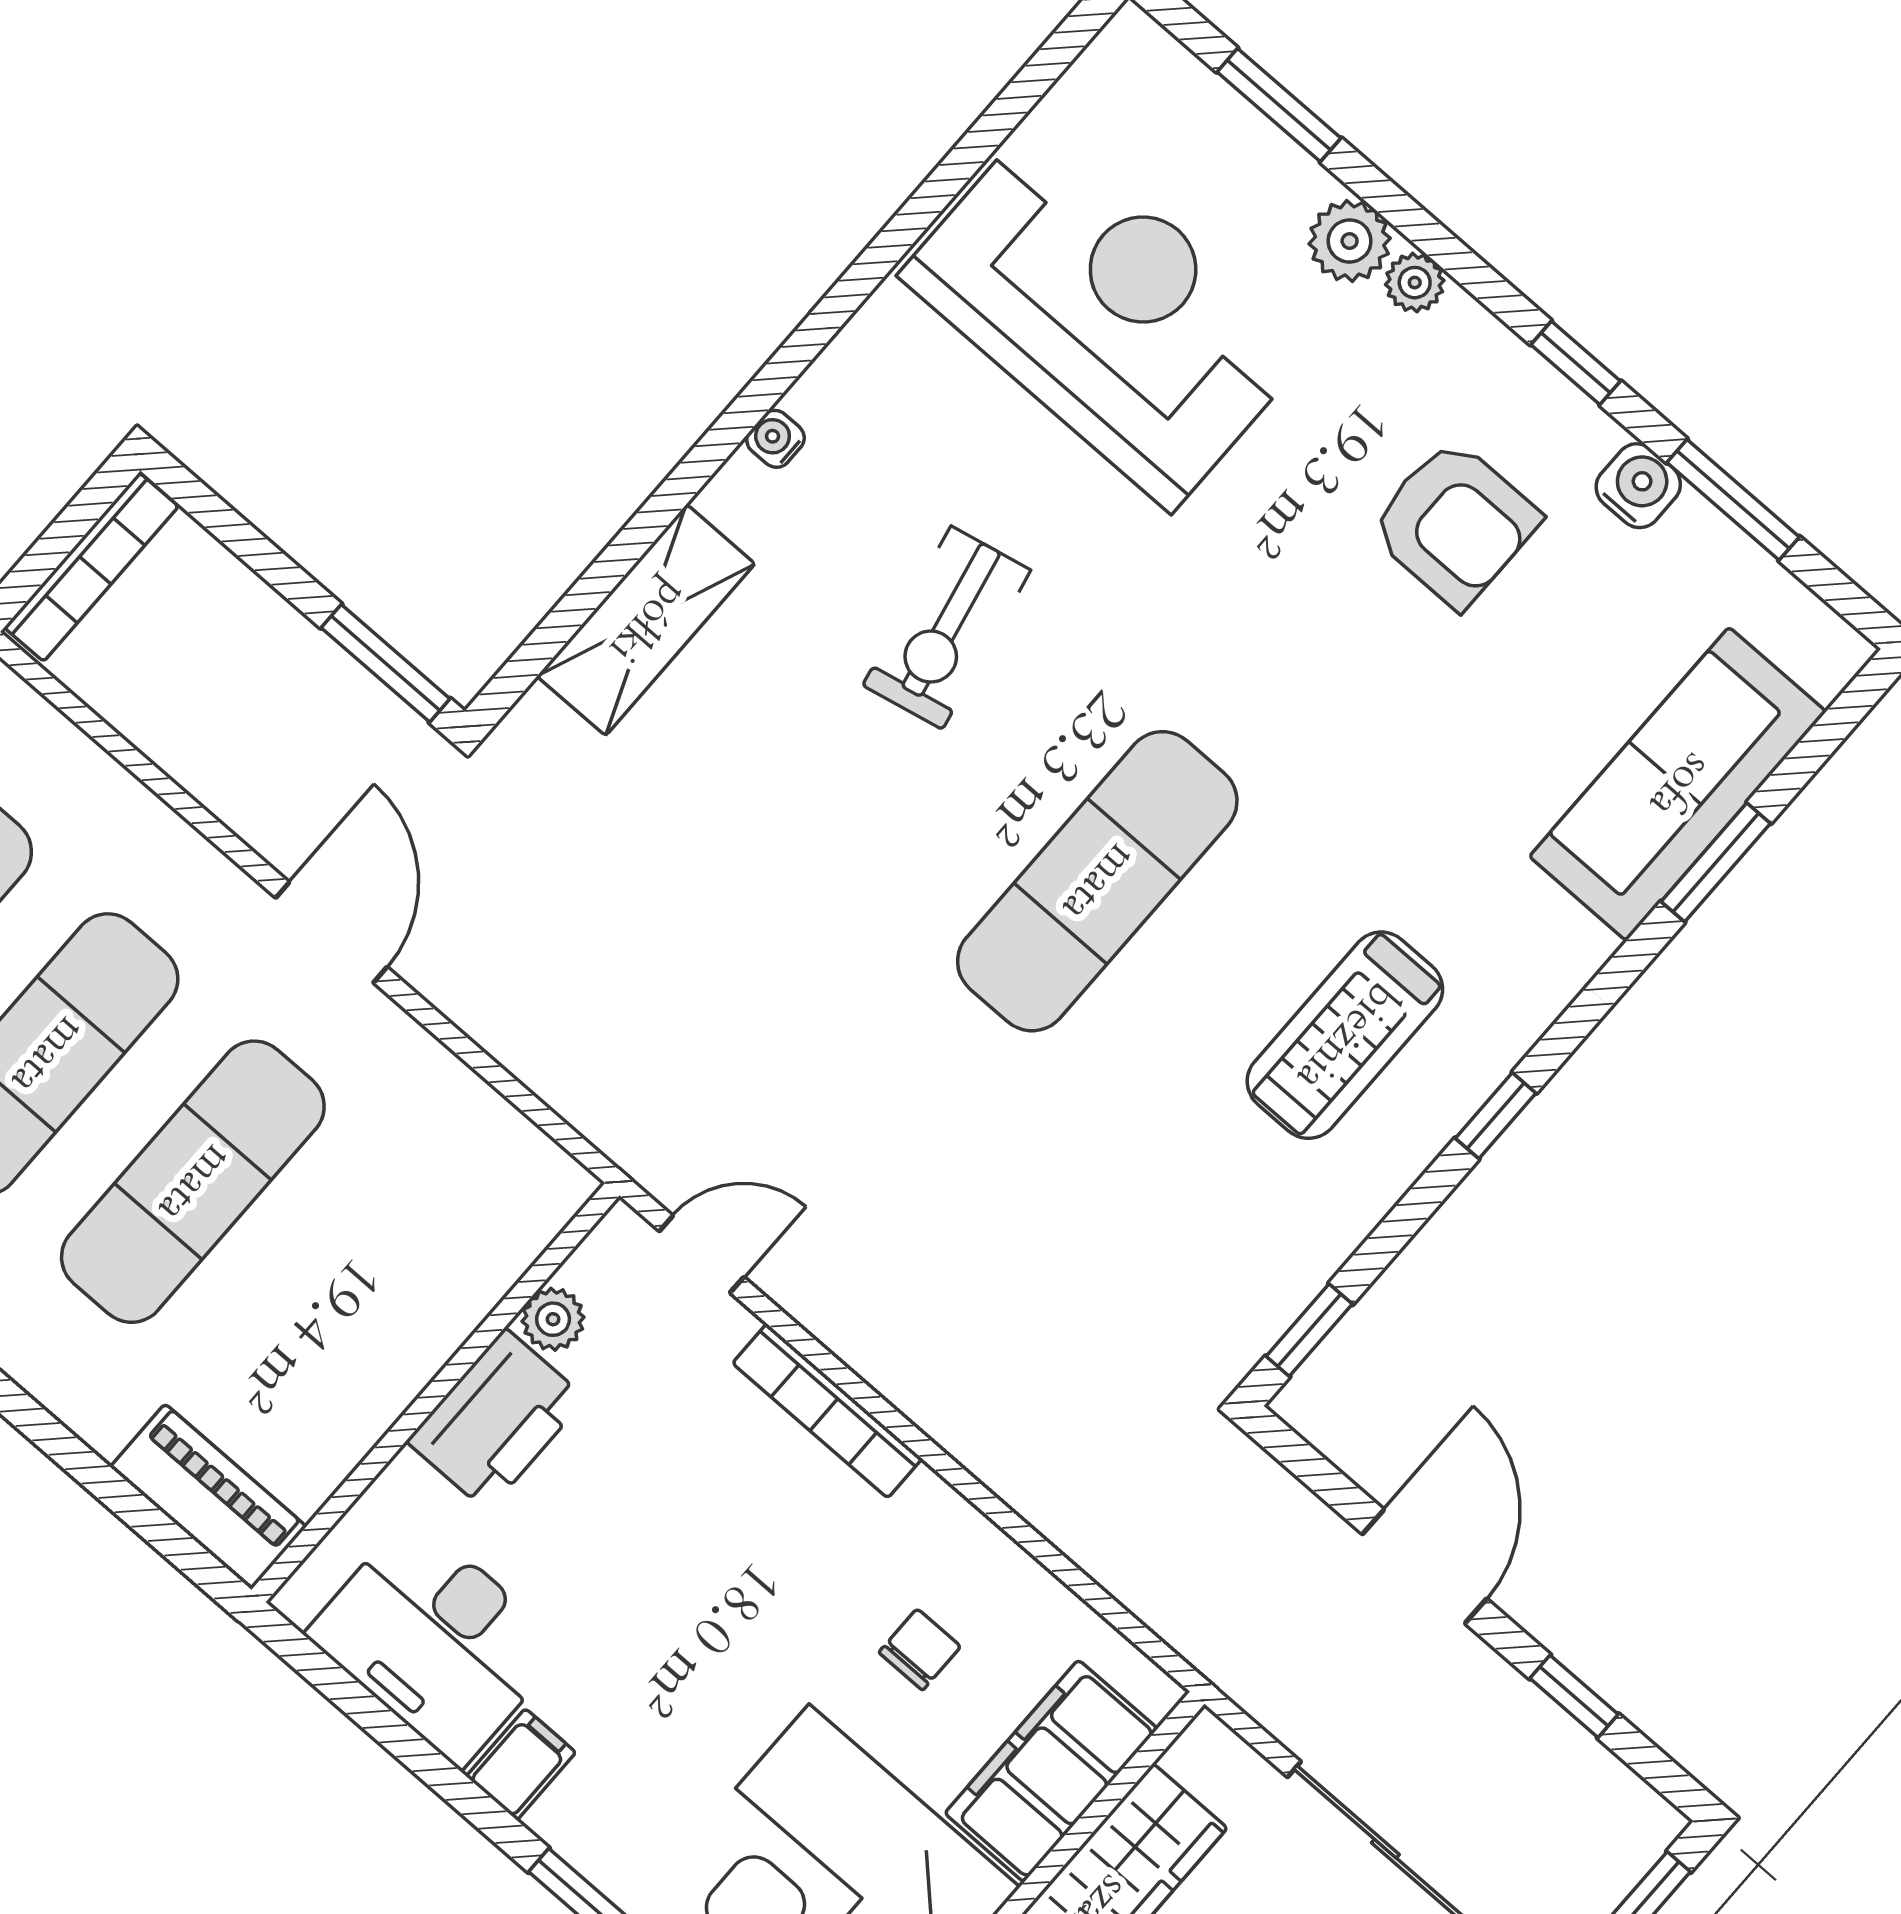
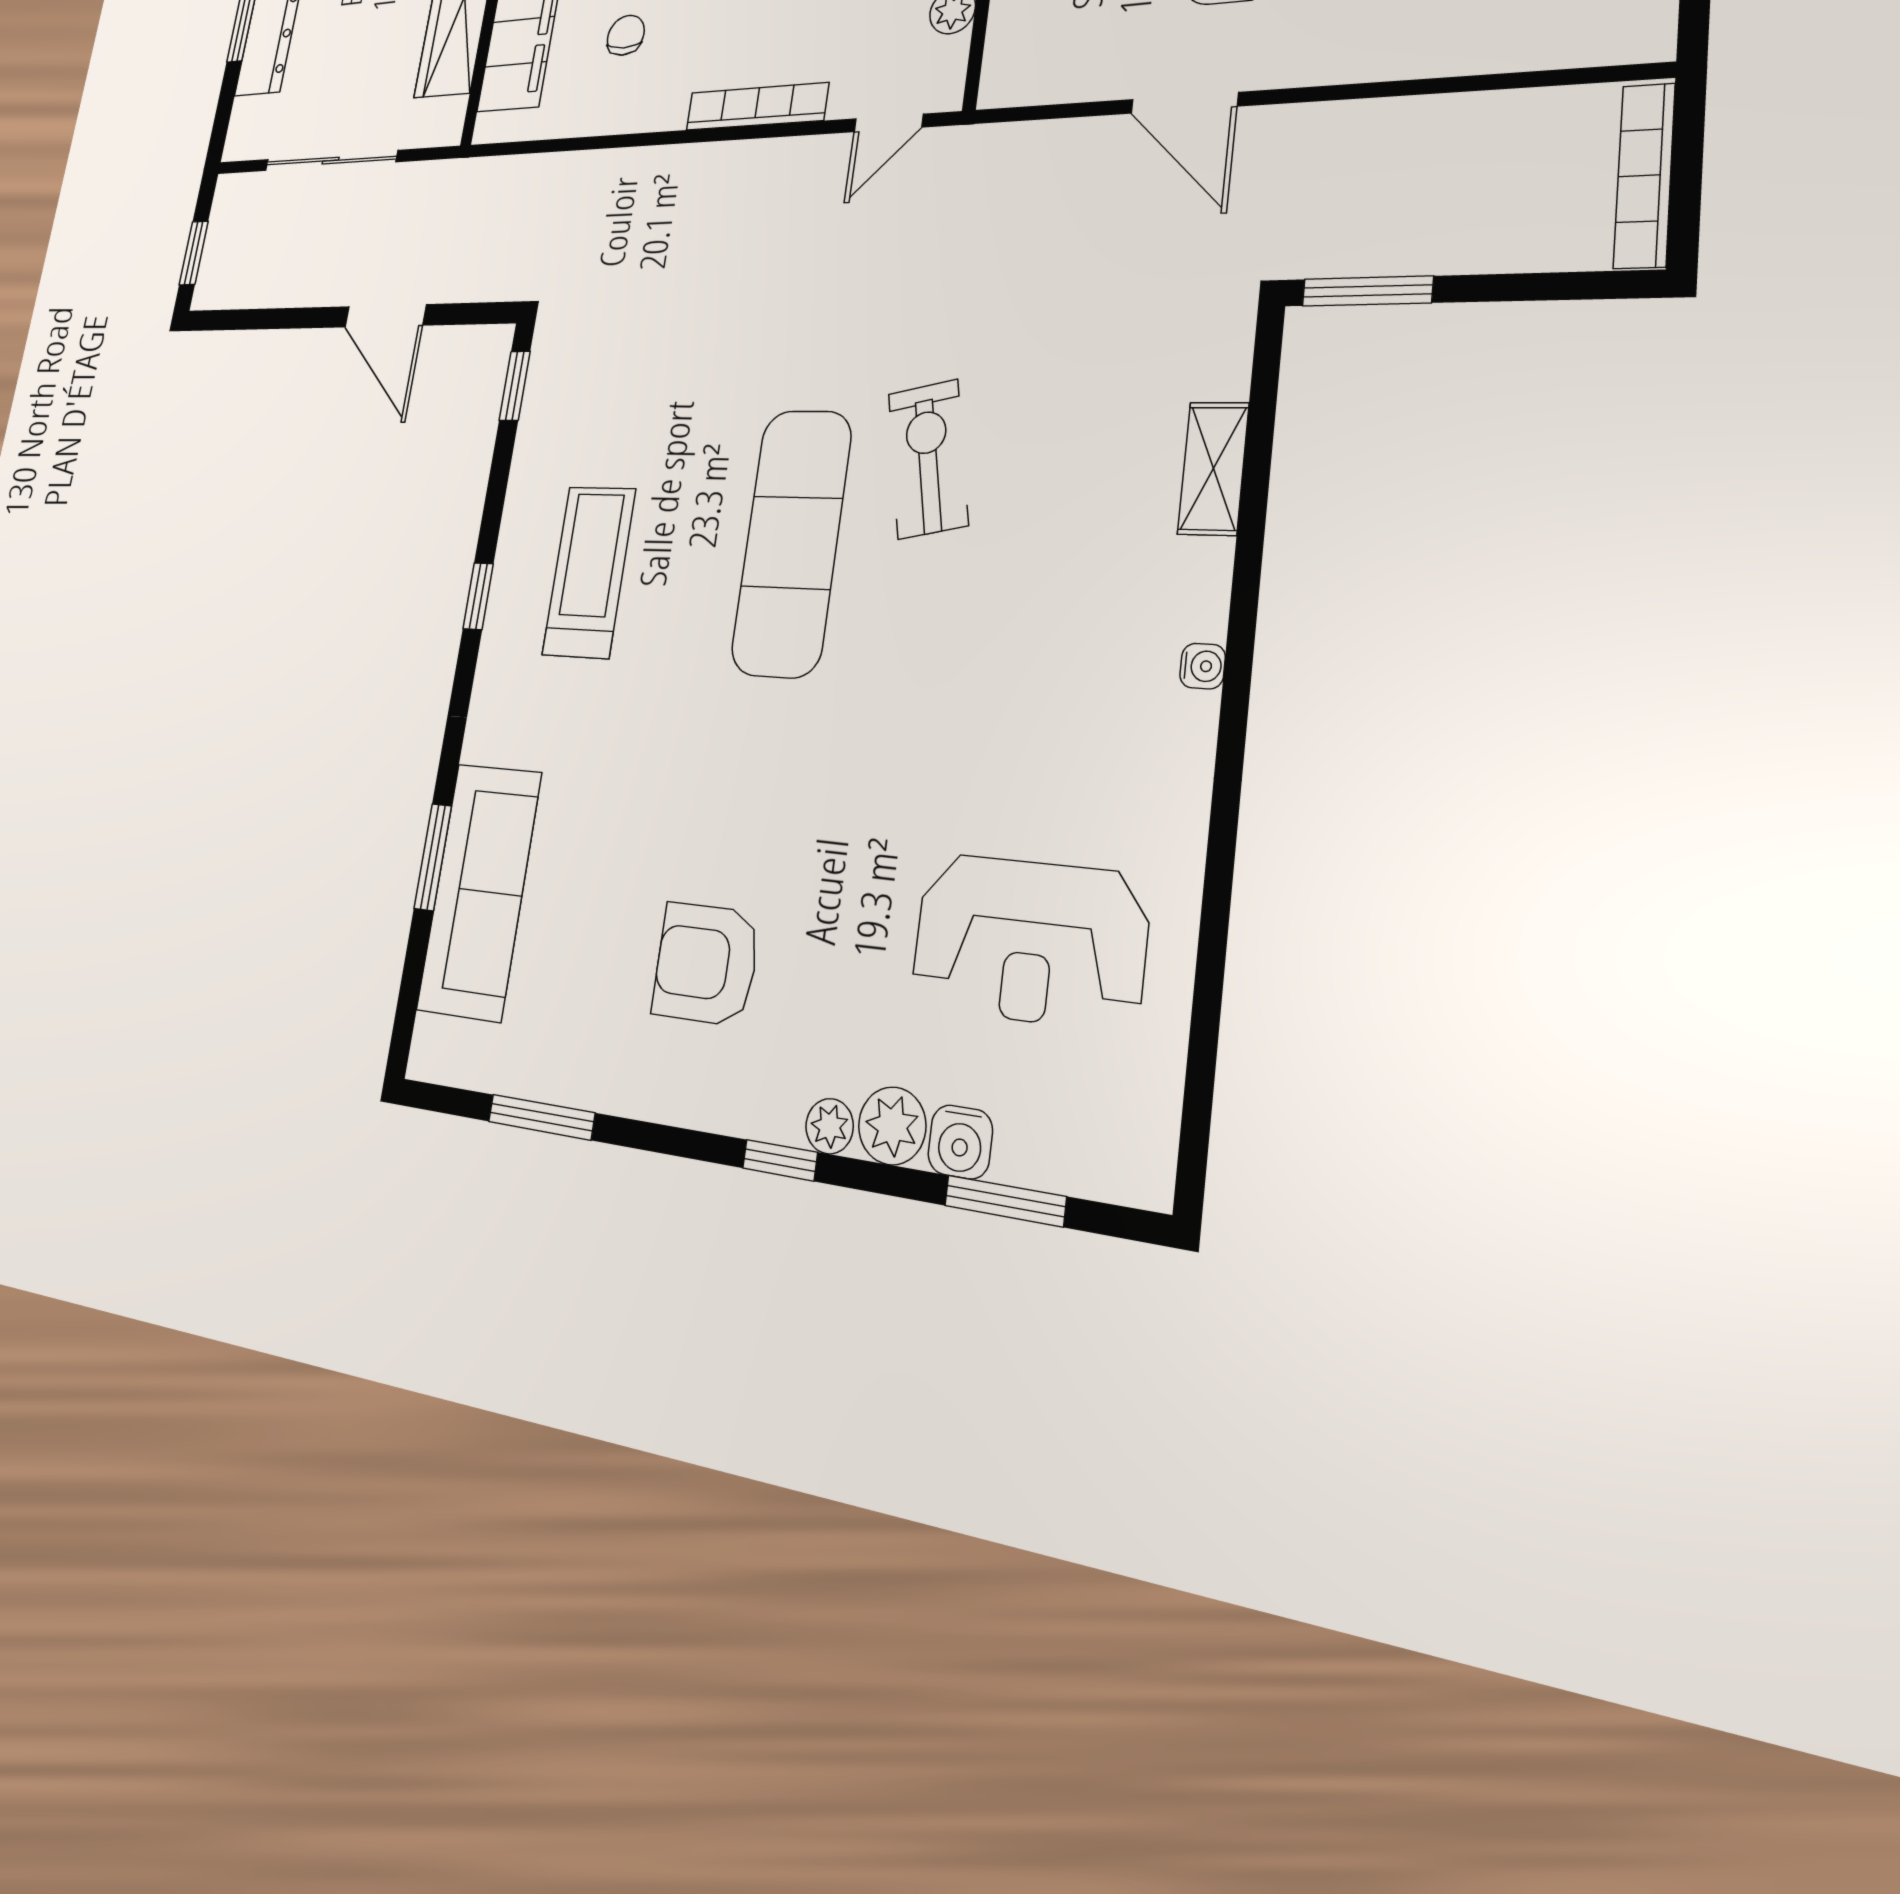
reception desk: (1106, 313) -> (1029, 941), width x0.74, depth x0.77
window: (1576, 363) -> (780, 1160), moved
water cooler: (1638, 486) -> (960, 1142), moved
shelving: (646, 620) -> (1213, 468), width x0.67, depth x0.75
exercise bike: (947, 628) -> (928, 459), moved
door: (331, 932) -> (1184, 103), moved
chair: (920, 1649) -> (626, 35), turned 180
window: (1574, 1696) -> (277, 319), removed

